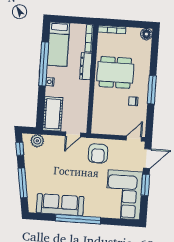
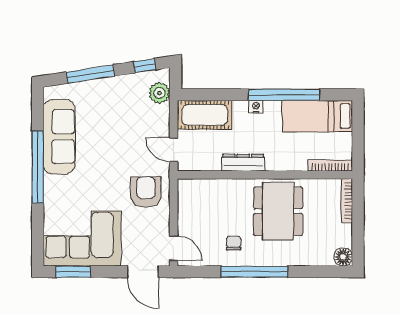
dresser: (86, 66) -> (243, 163), moved
window: (152, 90) -> (254, 272), width x1.46
armchair: (98, 153) -> (146, 192), turned 90
window: (145, 185) -> (73, 272), moved

